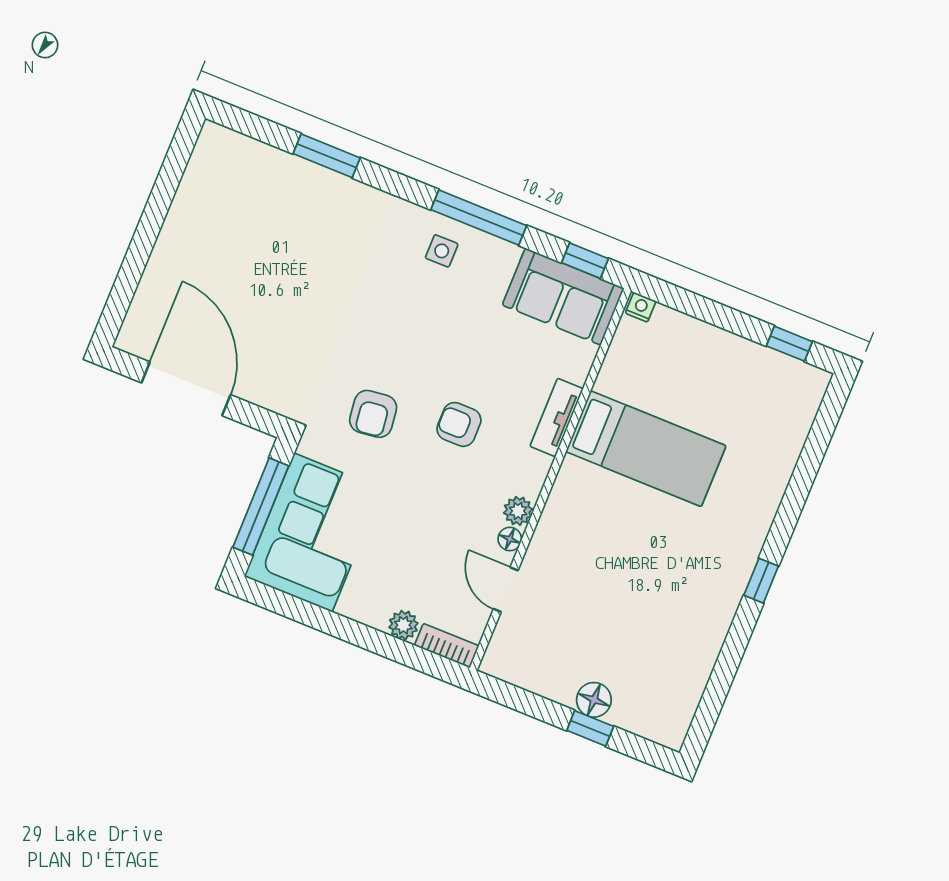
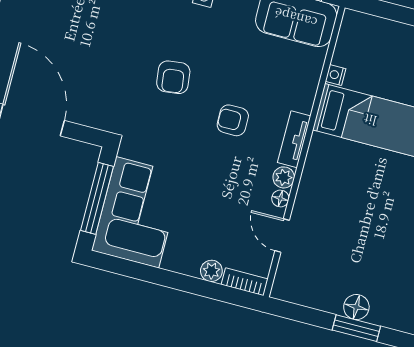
nightstand: (641, 307) -> (336, 75), moved, turned -90
armchair: (373, 414) -> (173, 77), moved
tv unit: (557, 417) -> (294, 139), moved
window: (590, 728) -> (356, 328), width x1.50

